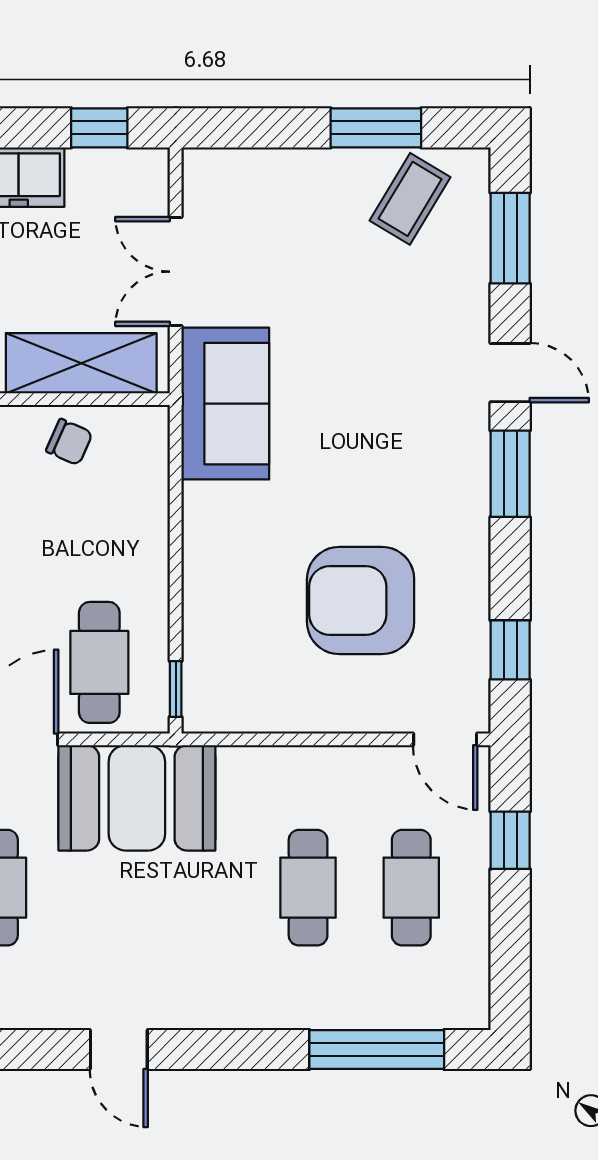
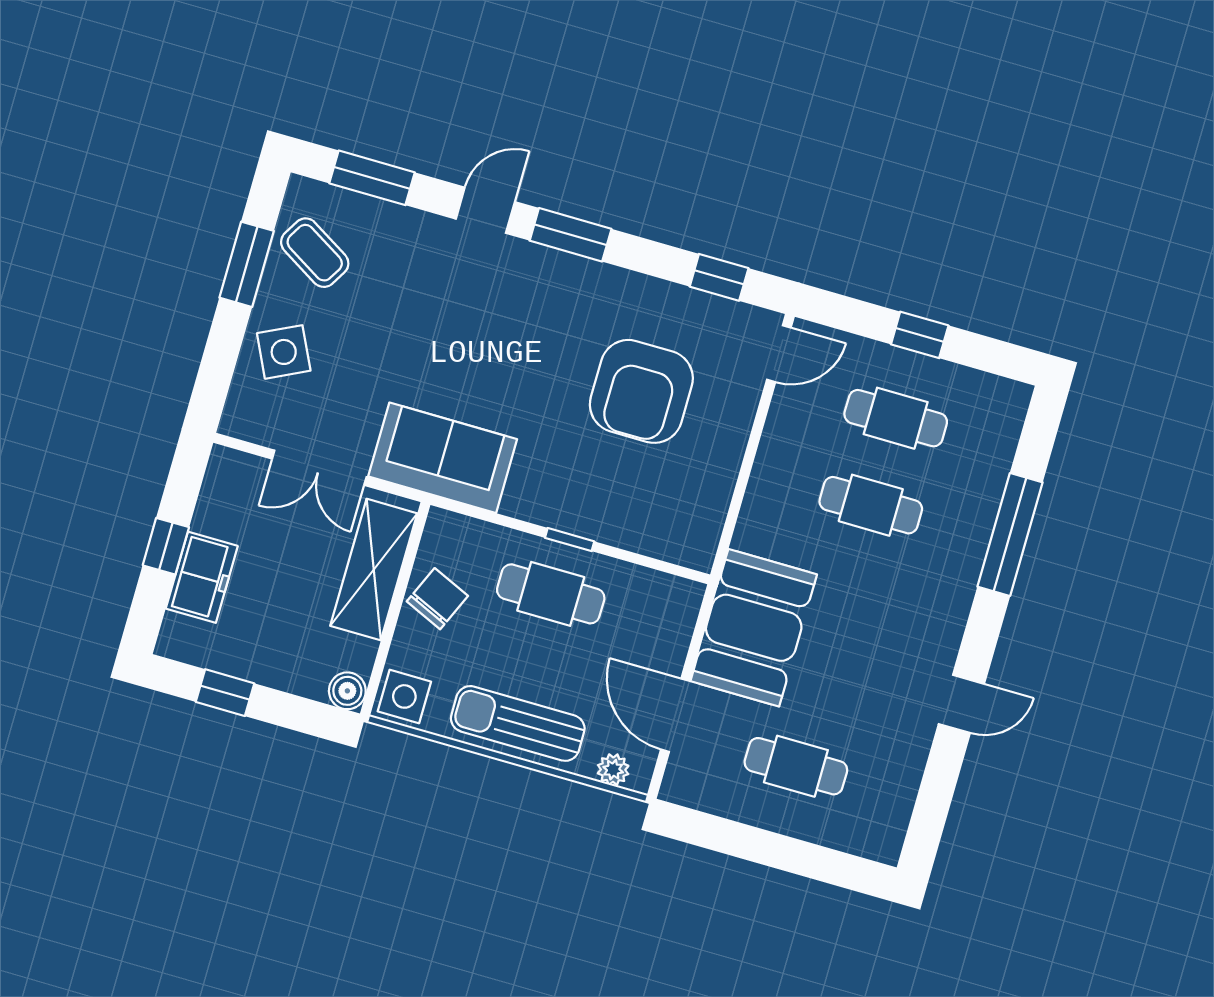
window: (99, 128) -> (166, 546), moved
side table: (291, 196) -> (284, 352), added
chair: (69, 442) -> (437, 599), width x1.37, depth x1.37
cafe table: (99, 662) -> (551, 594), moved
window: (176, 689) -> (570, 540), moved
window: (510, 840) -> (920, 335), moved
window: (377, 1050) -> (1010, 534), moved

